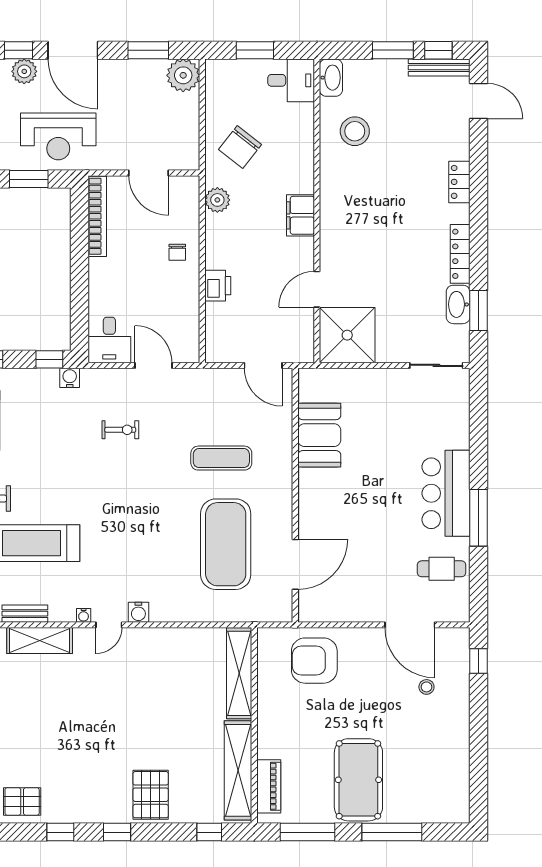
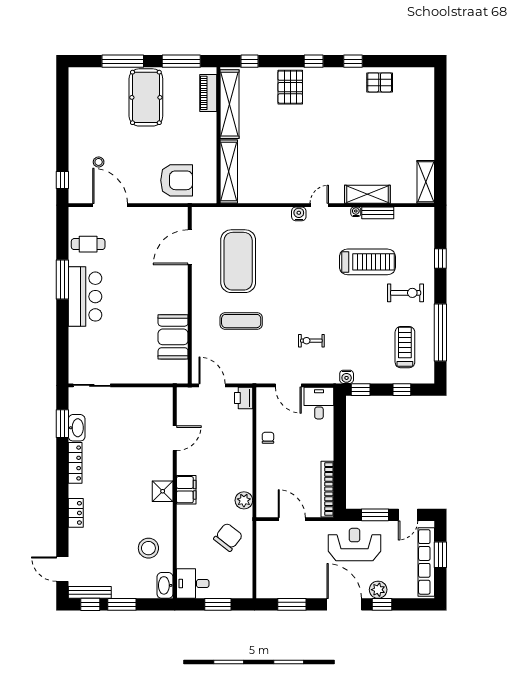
plant: (183, 75) -> (268, 587), removed
chair: (177, 252) -> (268, 438), moved
printer: (218, 286) -> (244, 398), moved
shower: (347, 335) -> (163, 491), moved, width x0.54, depth x0.54
water cooler: (84, 615) -> (356, 212), moved

